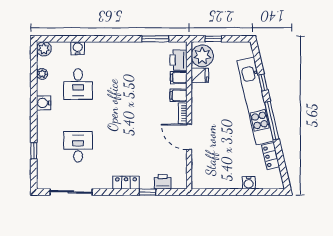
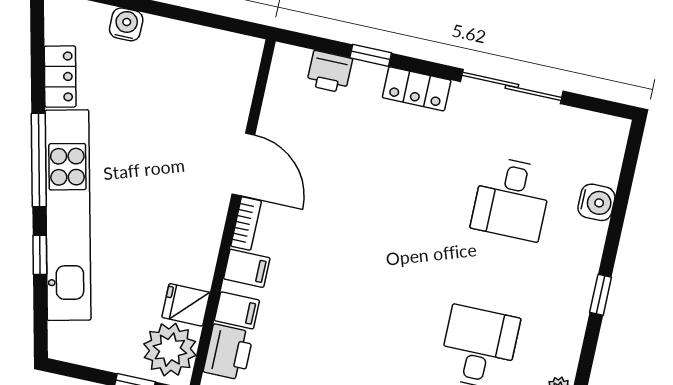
water cooler: (44, 103) -> (596, 202), moved
window: (34, 151) -> (601, 295), moved
sliding door: (71, 192) -> (512, 86), moved

